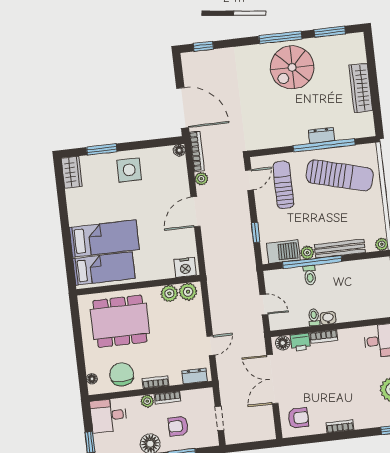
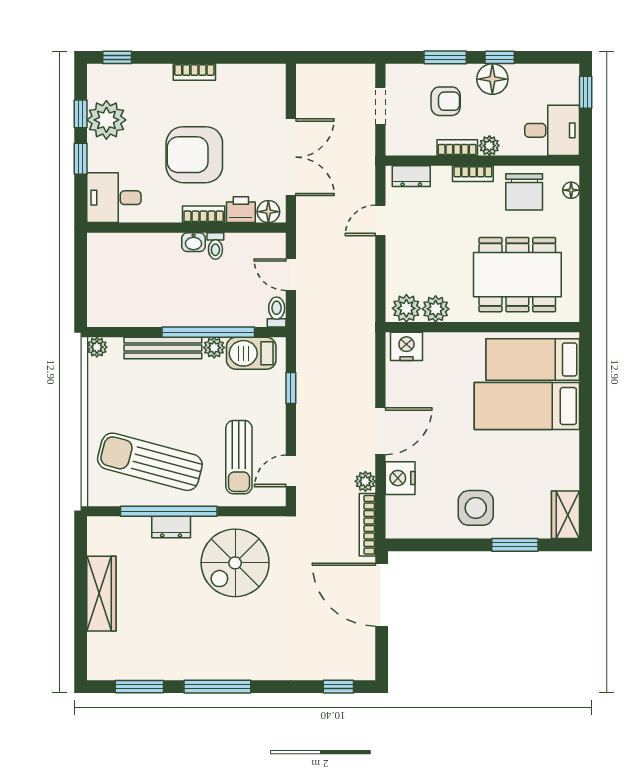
spiral stairs: (292, 67) -> (235, 563), moved, turned 180
floor lamp: (179, 150) -> (395, 529), removed
nightstand: (179, 183) -> (400, 478), added
toilet: (310, 275) -> (277, 312), moved
armchair: (298, 418) -> (194, 155), moved, width x1.88, depth x1.88

